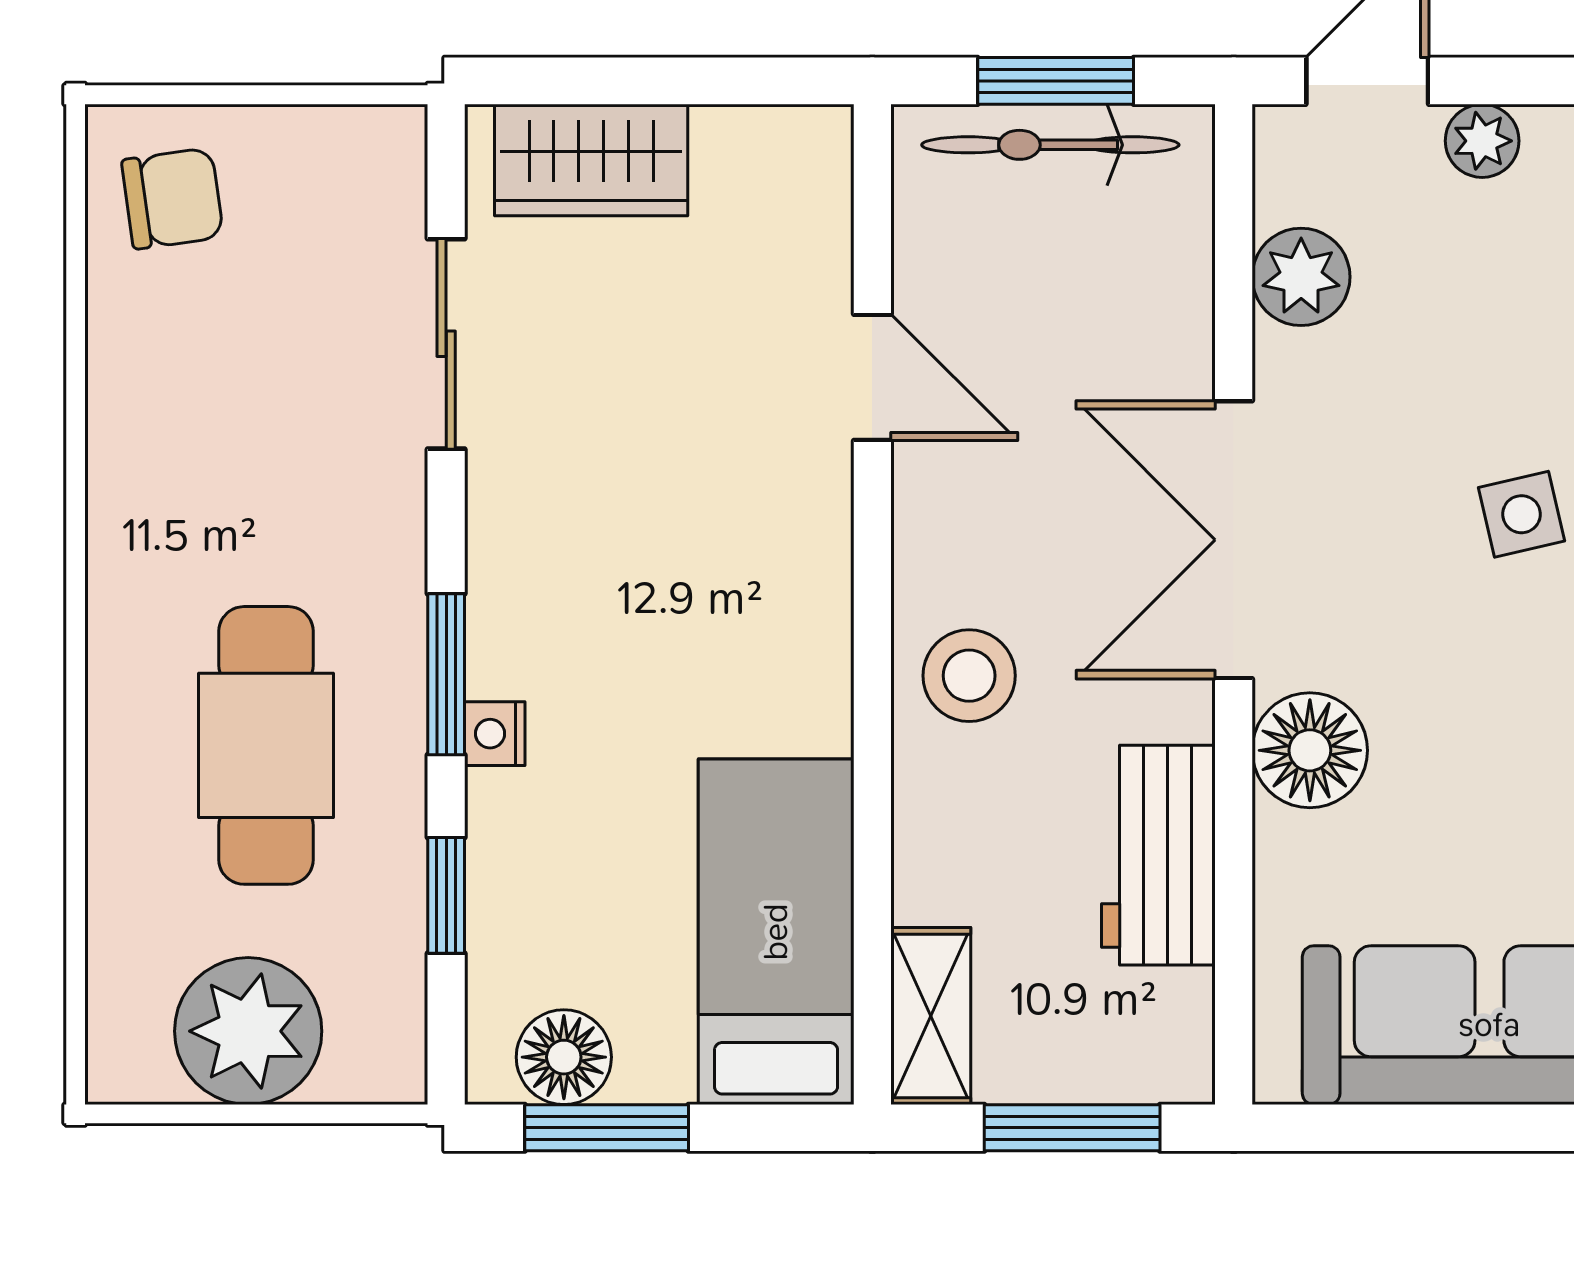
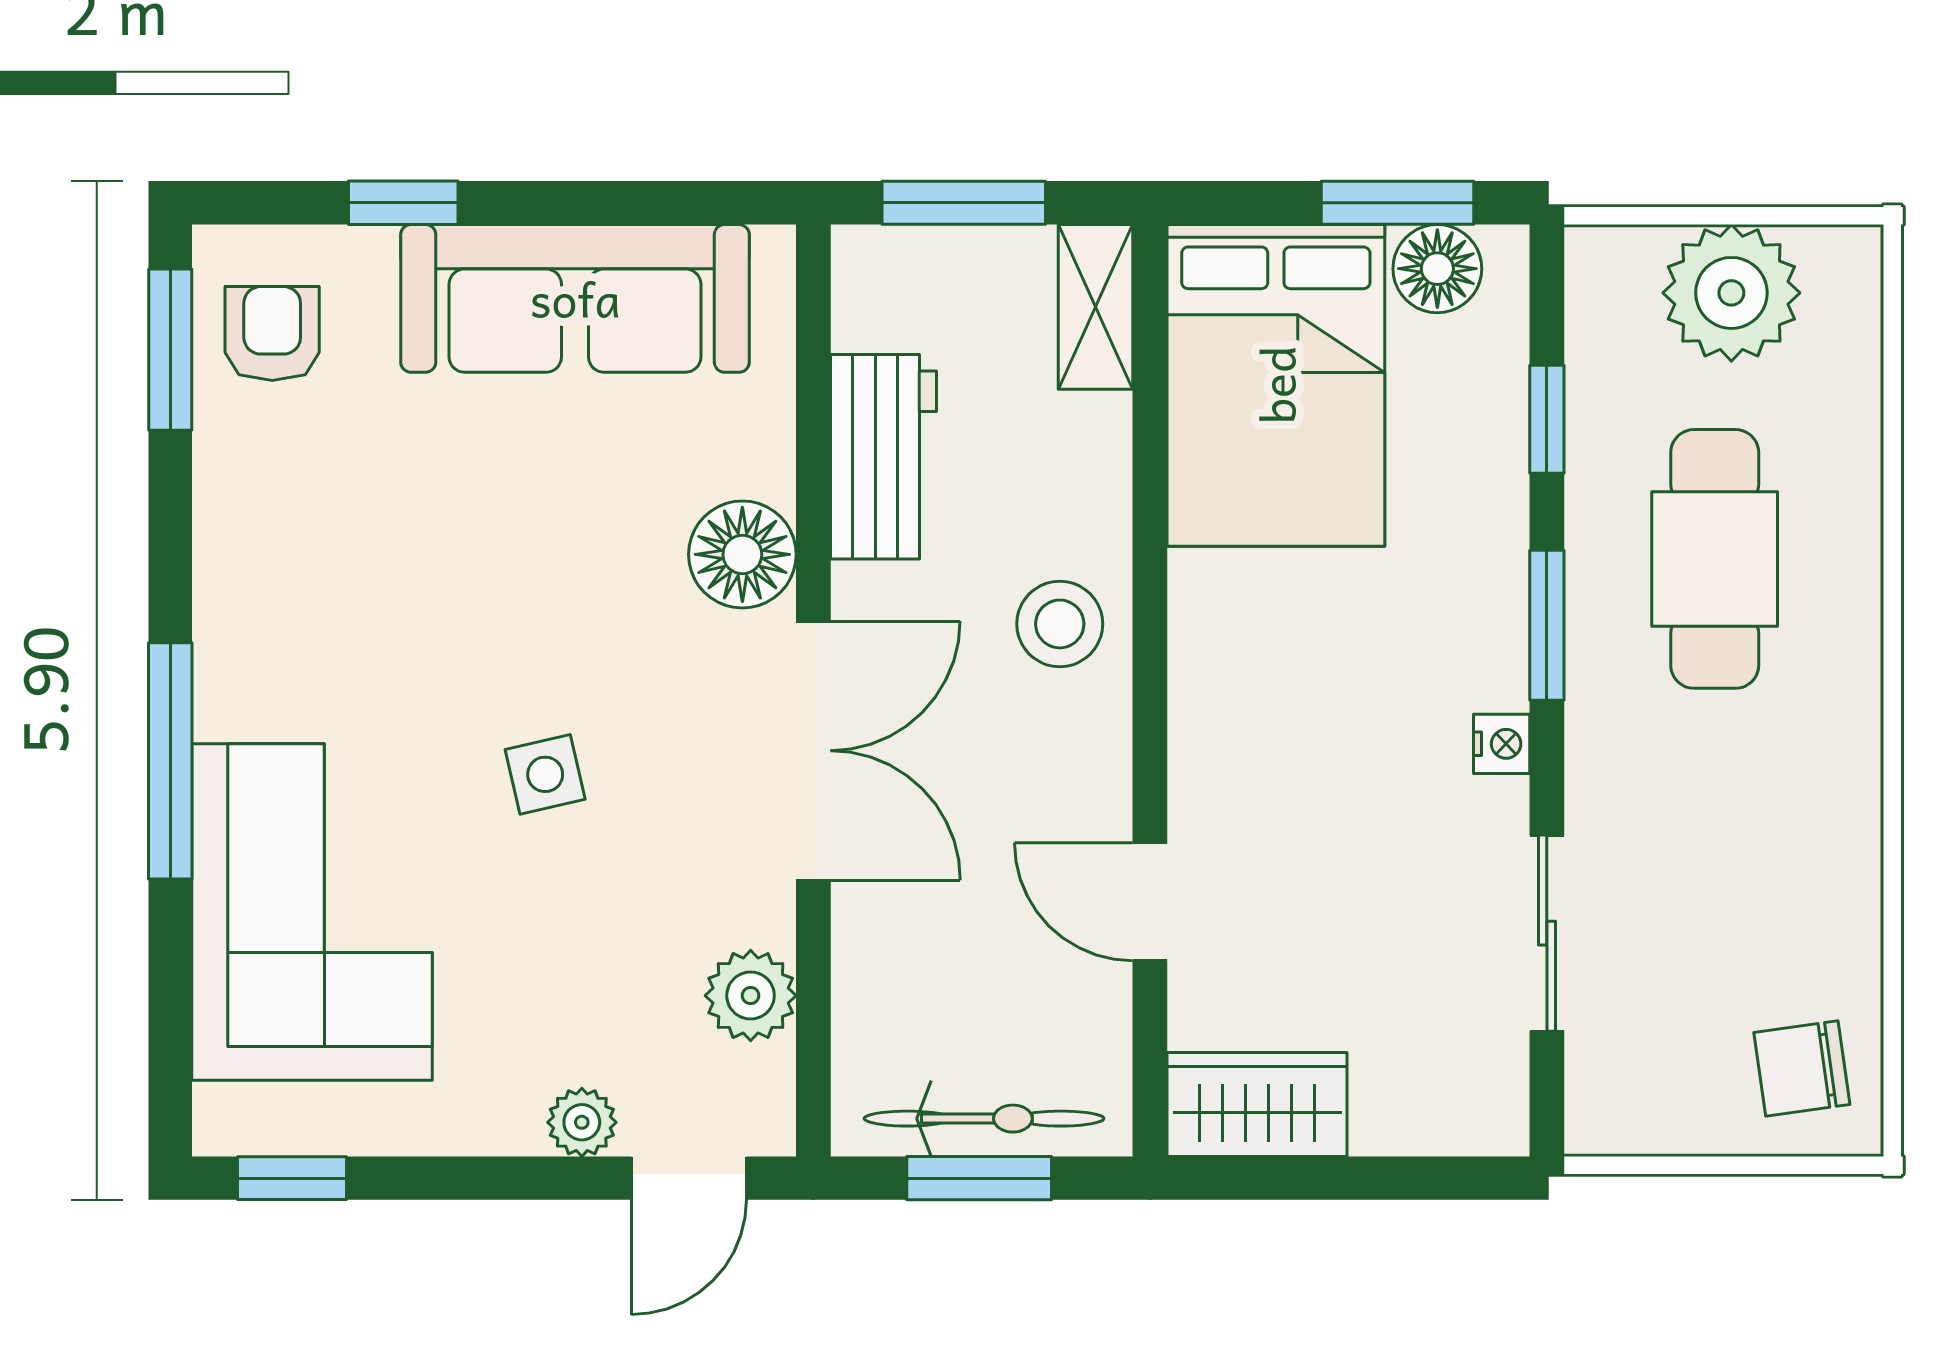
wardrobe: (591, 160) -> (1257, 1104), moved
nightstand: (495, 734) -> (1502, 744), moved
bed: (776, 932) -> (1276, 385), width x1.50

